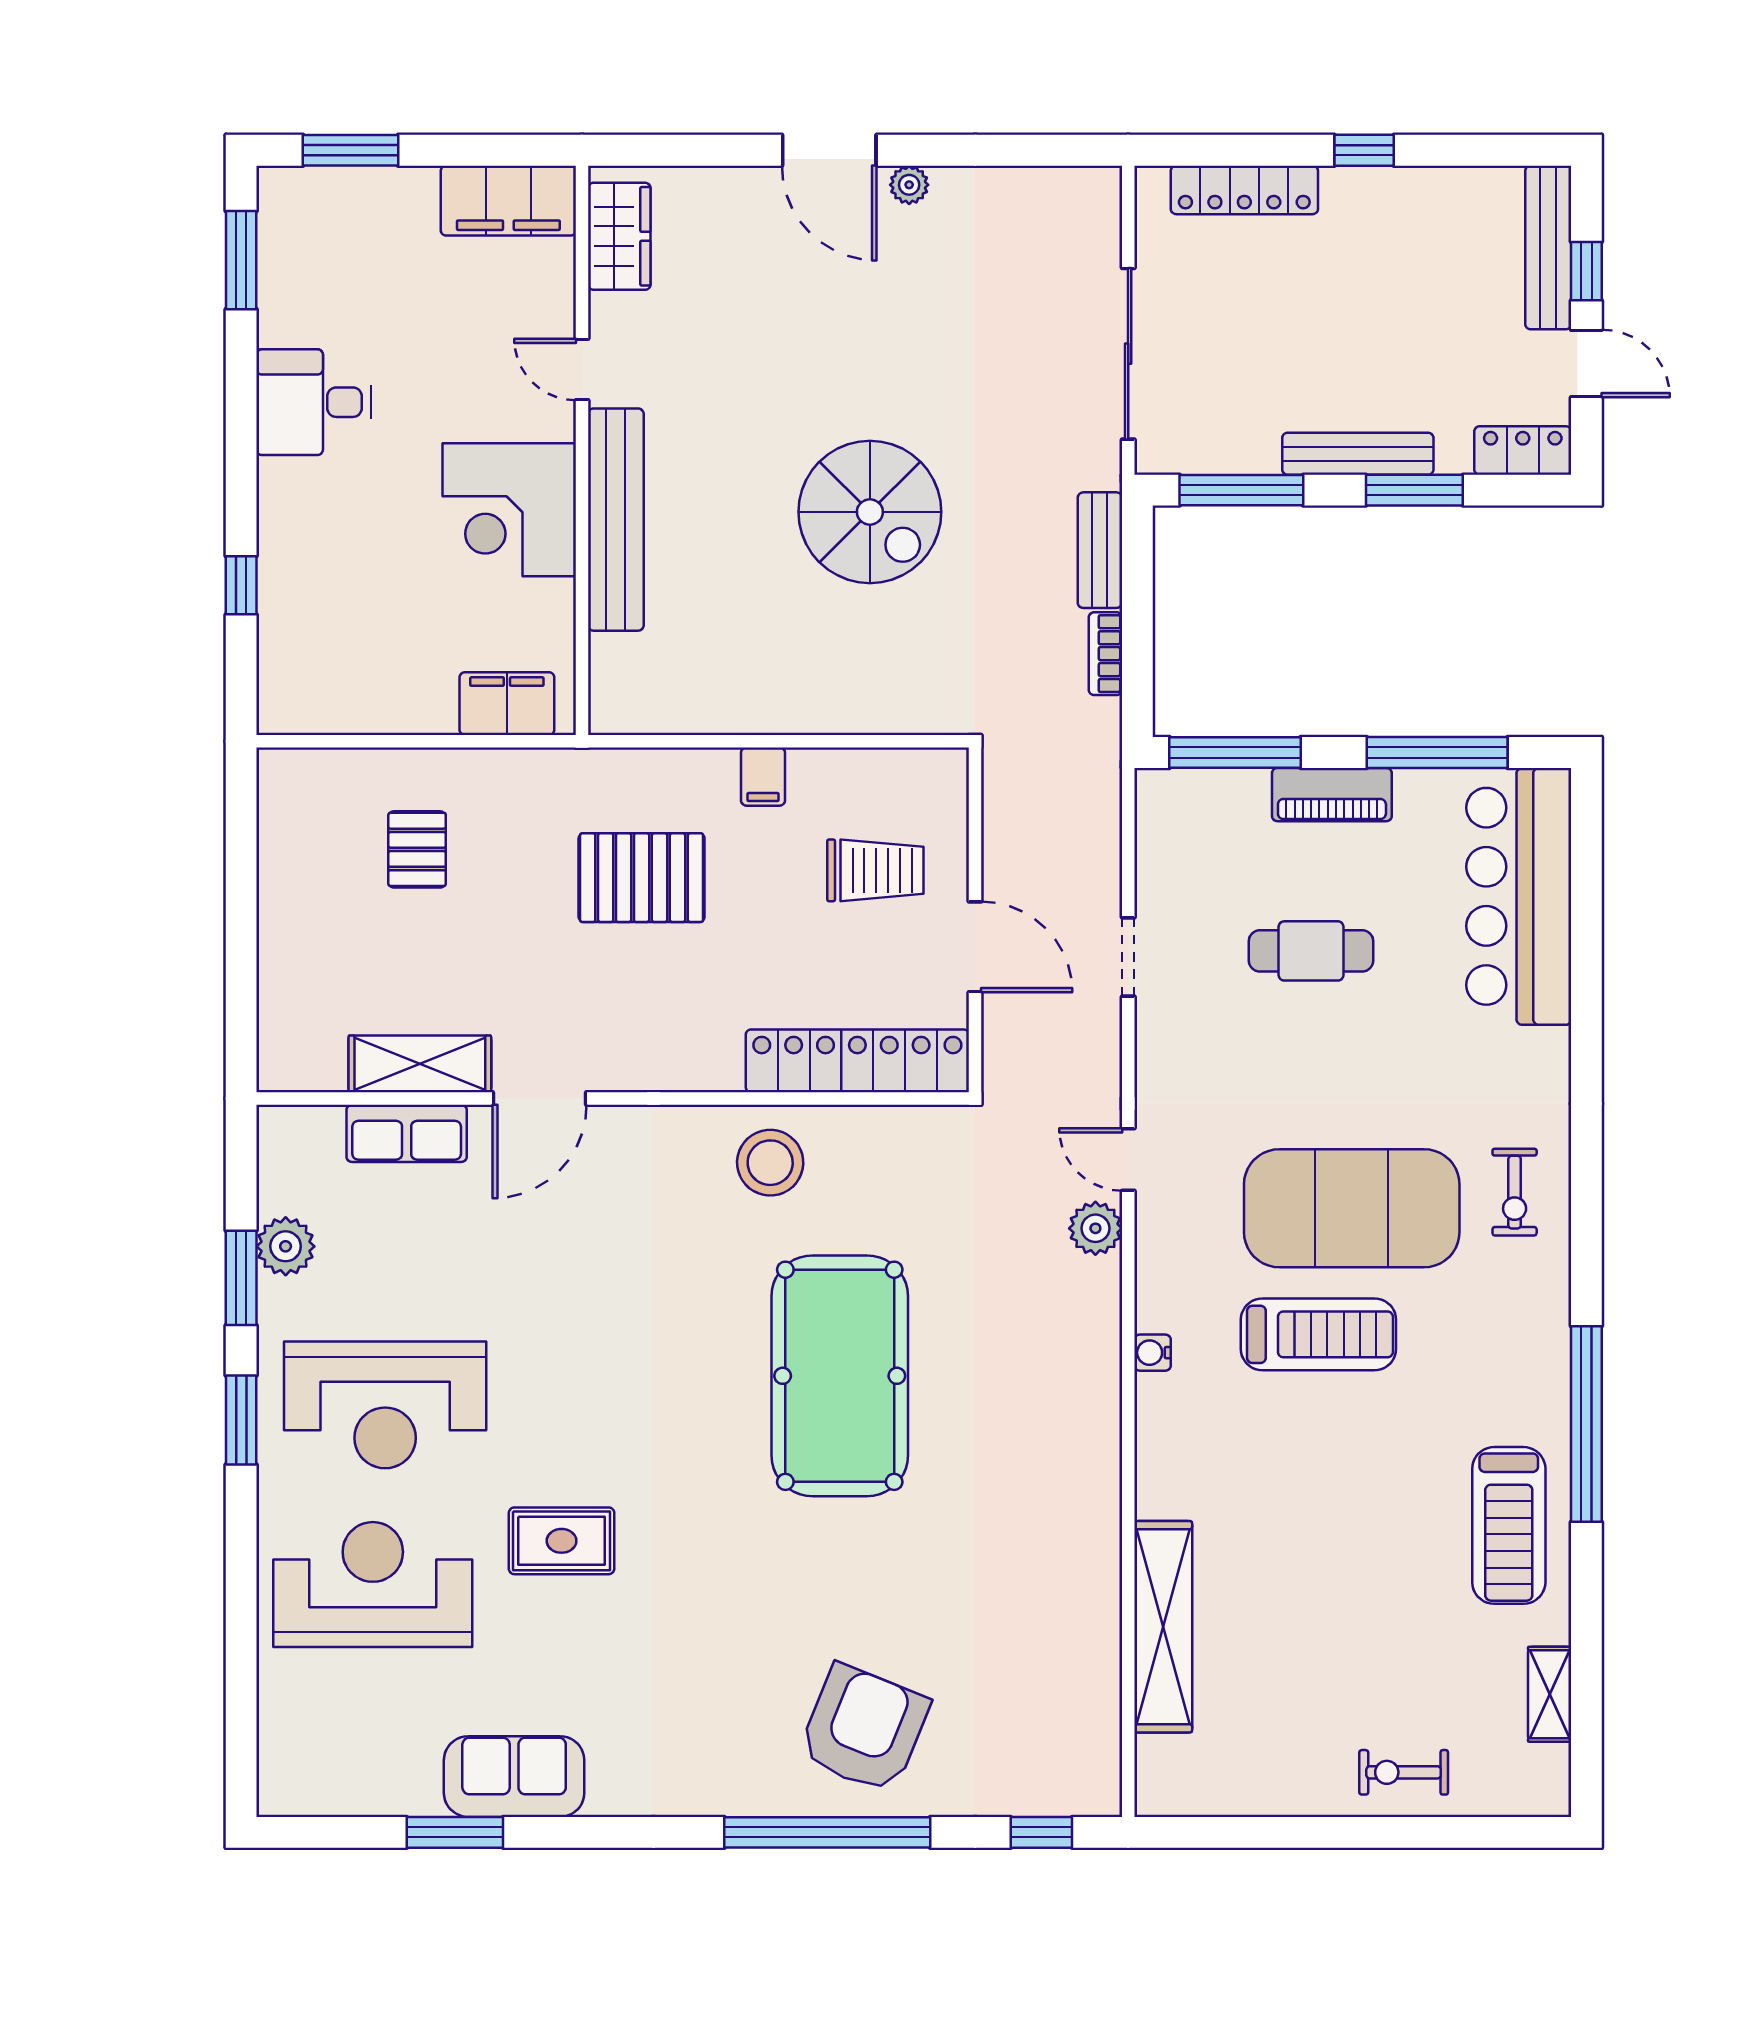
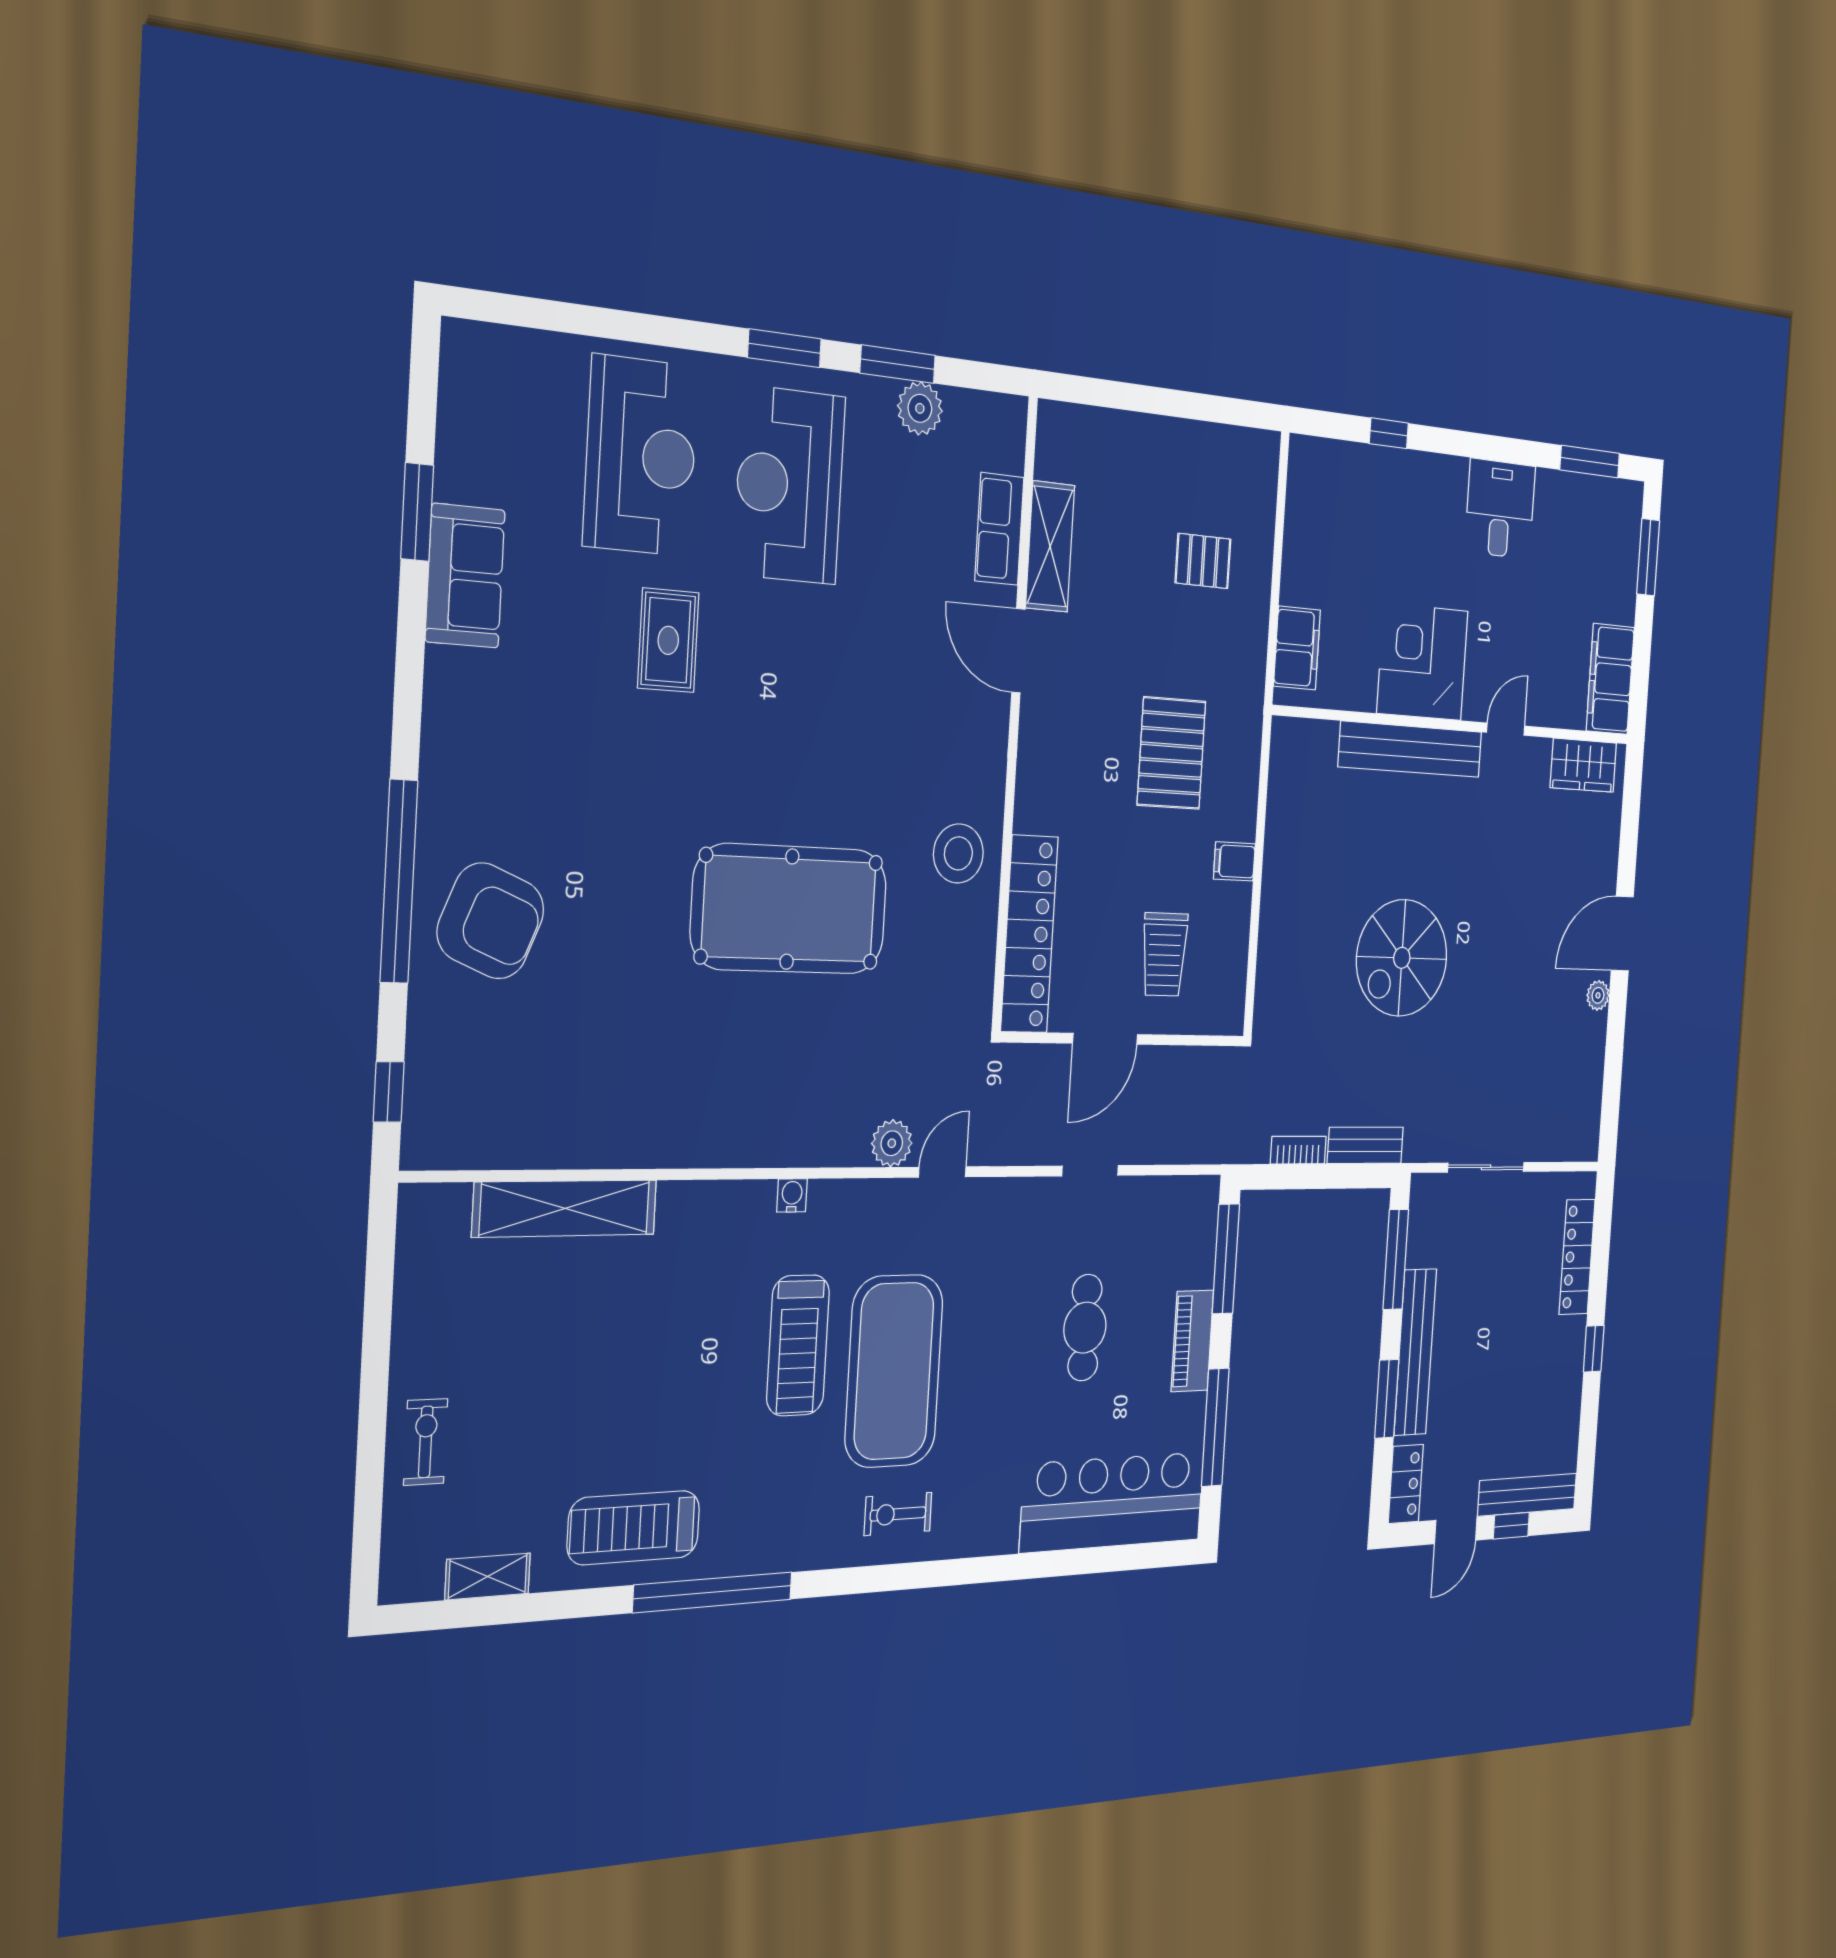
sliding door: (1128, 354) -> (1486, 1167), width x0.73
bench: (1358, 454) -> (1415, 1352), width x1.37, depth x1.21

